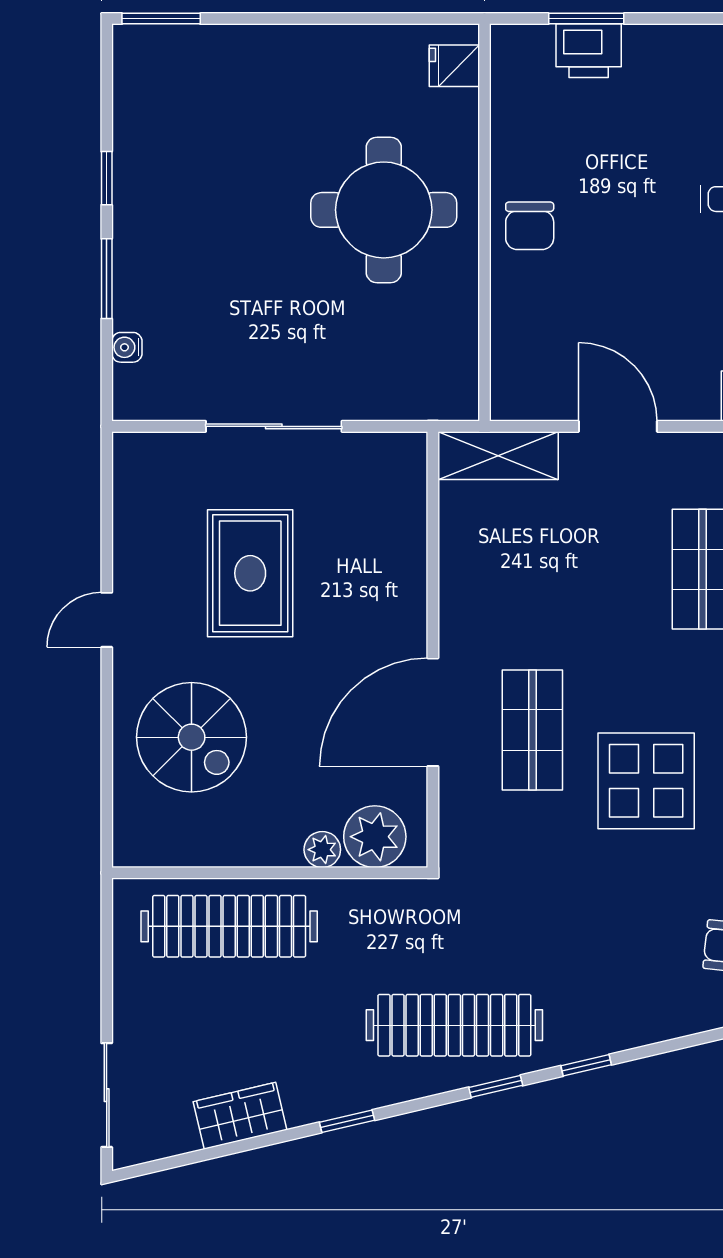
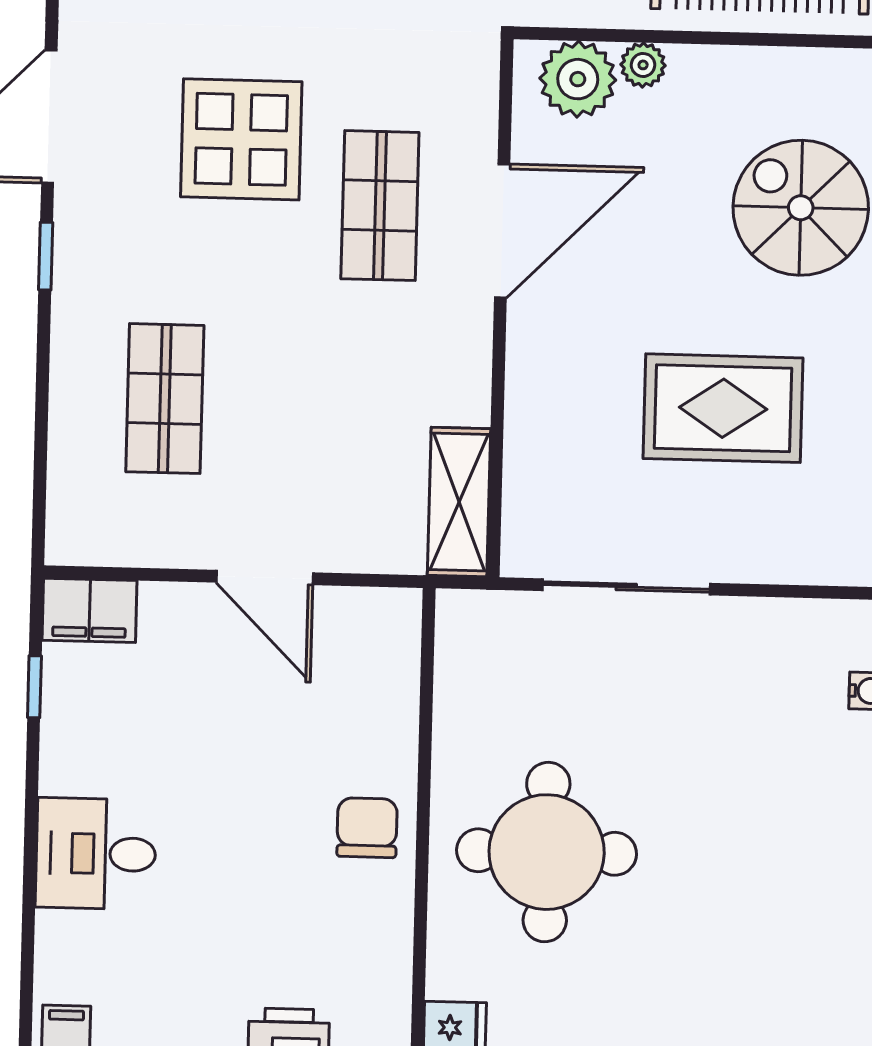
sliding door: (274, 426) -> (626, 587), moved
shelving: (498, 456) -> (459, 502), moved, turned 90
rug: (250, 573) -> (723, 408), turned 90

